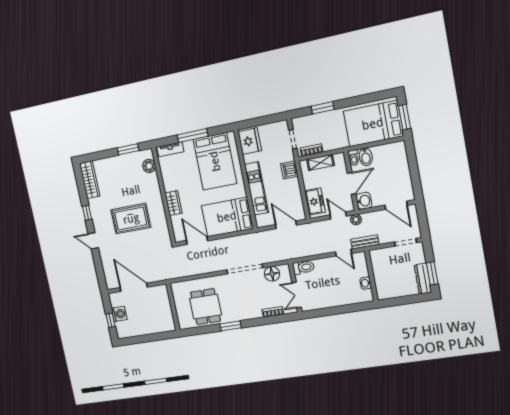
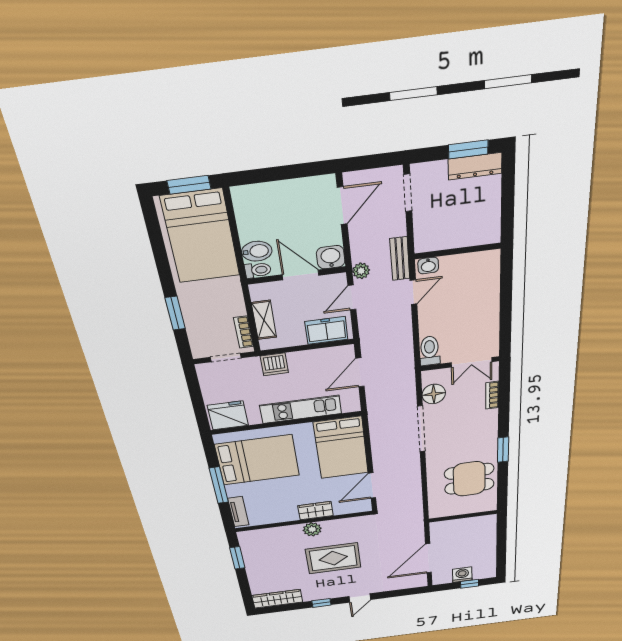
plant: (149, 166) -> (312, 529), moved
rug: (131, 219) -> (333, 558), turned 90
washbasin: (366, 283) -> (428, 266), moved

